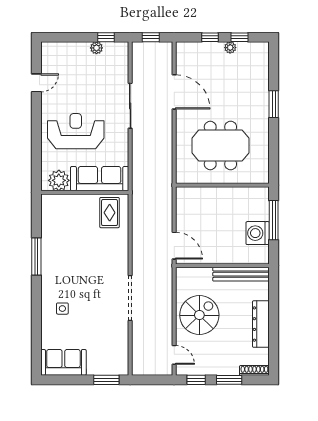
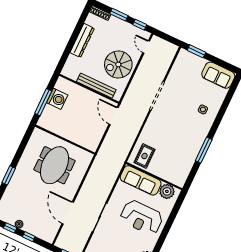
meeting table: (220, 145) -> (54, 165), turned 90
bench: (241, 274) -> (96, 86), moved

